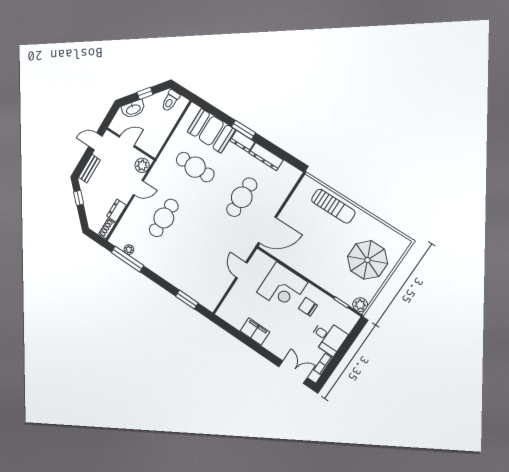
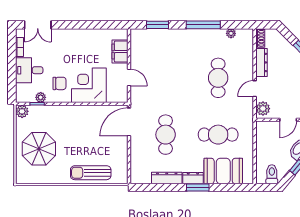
dresser: (116, 211) -> (261, 62), width x1.44
window: (128, 259) -> (203, 25), moved
plant: (334, 306) -> (41, 97), added
filing cabinet: (255, 331) -> (120, 52), moved, turned 90

